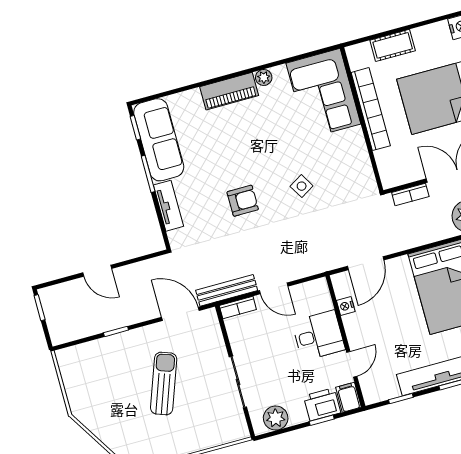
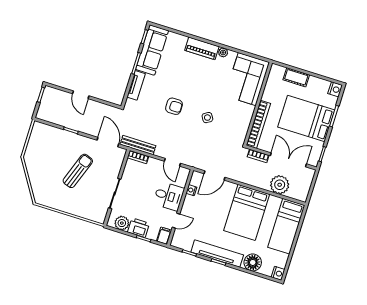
bookcase: (371, 109) -> (258, 124), moved
door: (274, 288) -> (172, 162), moved
printer: (322, 404) -> (138, 228), moved

